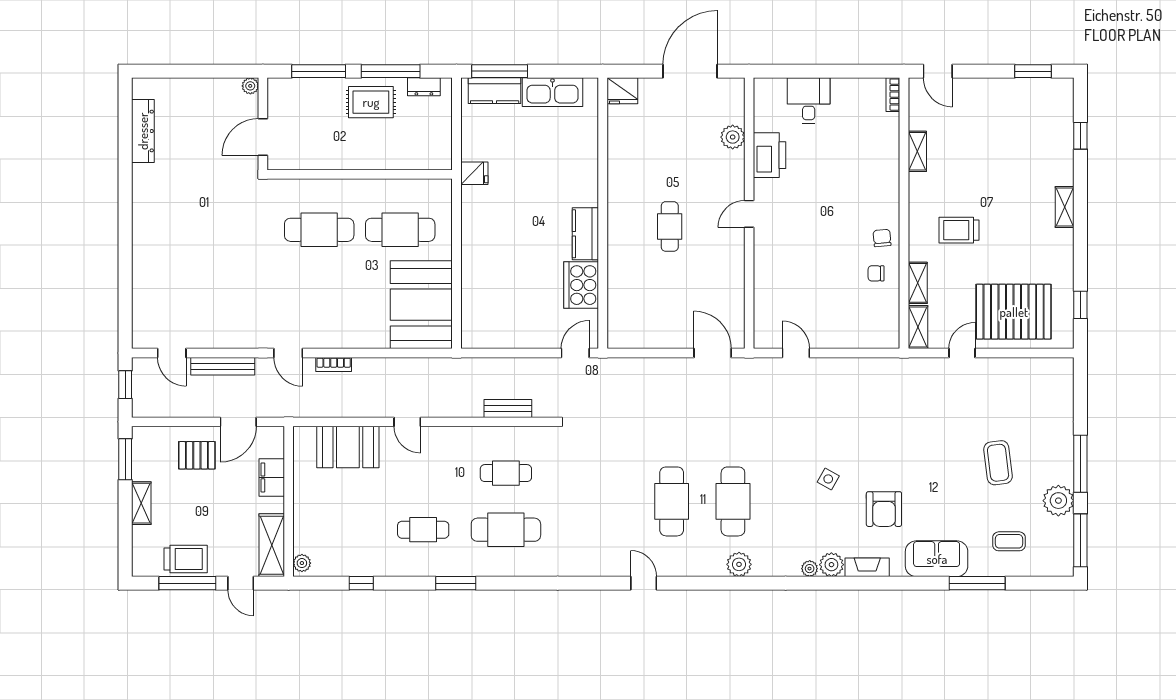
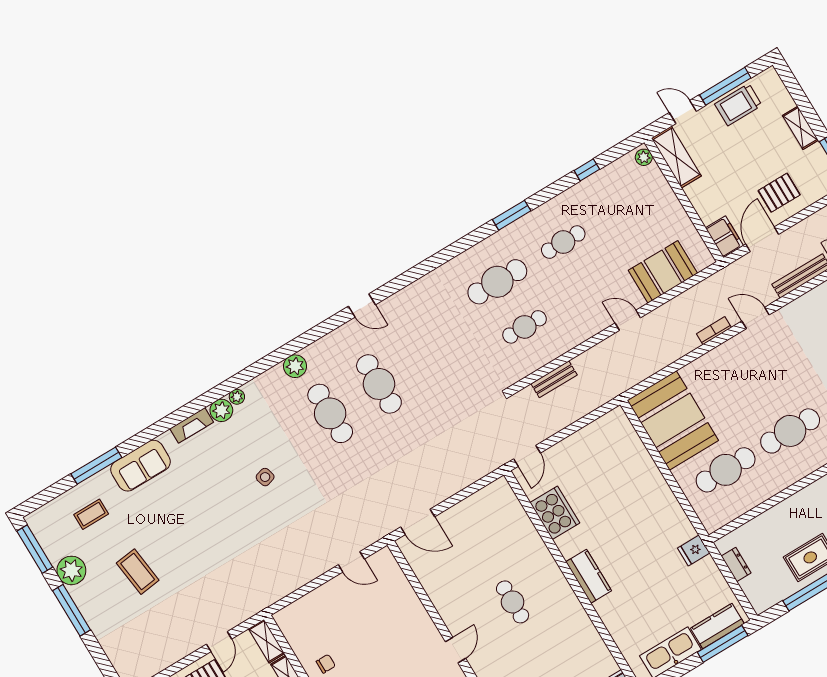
dresser: (424, 87) -> (736, 565), moved, turned 90
kitchen counter: (585, 234) -> (589, 576), moved
filing cabinet: (272, 477) -> (724, 237), moved
side table: (828, 479) -> (265, 477), turned 45
armchair: (884, 509) -> (206, 480), removed

